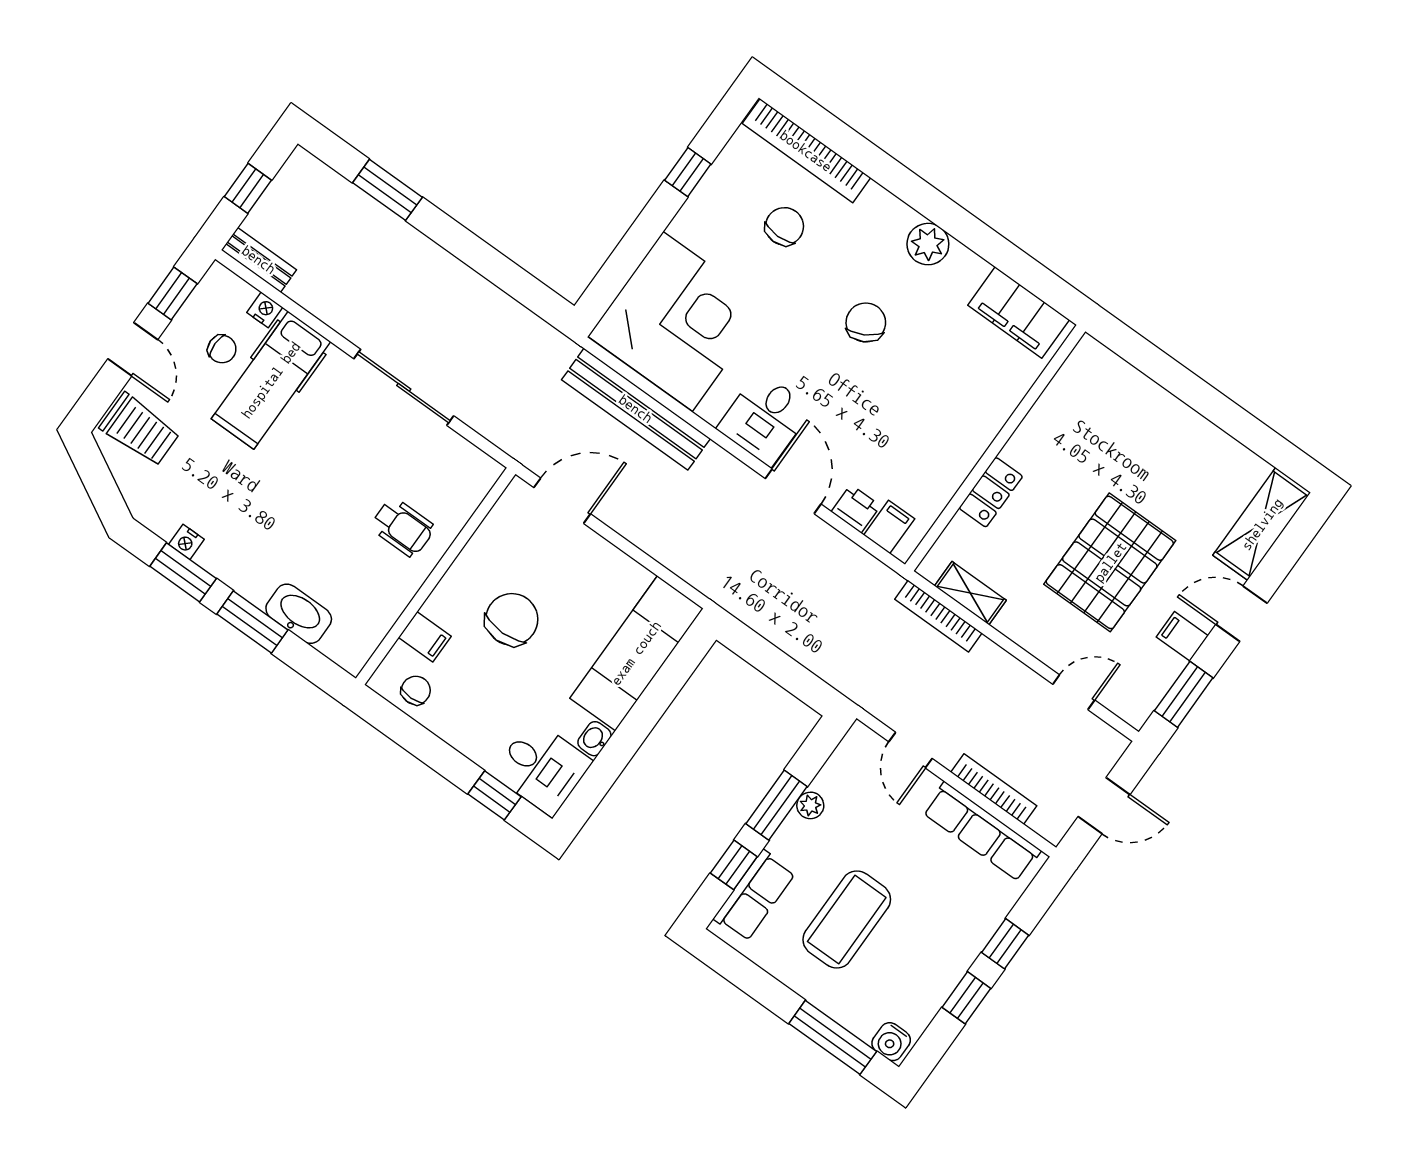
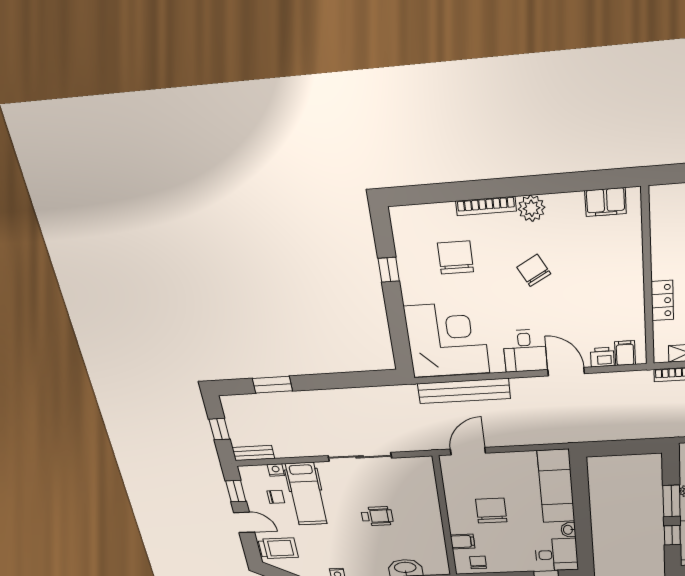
bookcase: (806, 151) -> (486, 206), moved, width x0.68, depth x0.76
chair: (784, 226) -> (456, 257), width x1.37, depth x1.37
filing cabinet: (1019, 313) -> (606, 202), width x0.67, depth x0.86
wheelchair: (403, 527) -> (377, 516), moved

